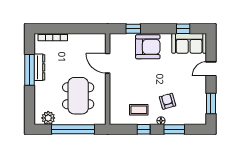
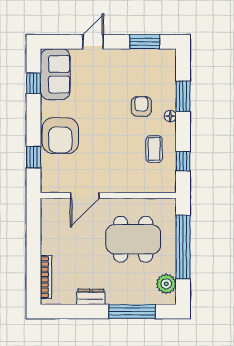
armchair: (148, 47) -> (60, 136), turned 180
dresser: (39, 67) -> (91, 297), width x0.70
door: (211, 69) -> (93, 42), swing flipped
window: (30, 70) -> (132, 312), moved
armchair: (167, 101) -> (141, 106), turned 106
window: (144, 129) -> (183, 161), moved

